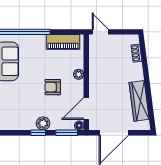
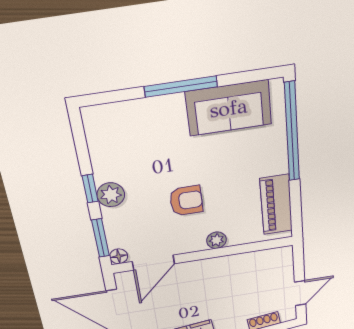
door: (100, 32) -> (300, 293), moved
armchair: (53, 87) -> (186, 201), turned 90
door: (86, 108) -> (153, 263), swing flipped

